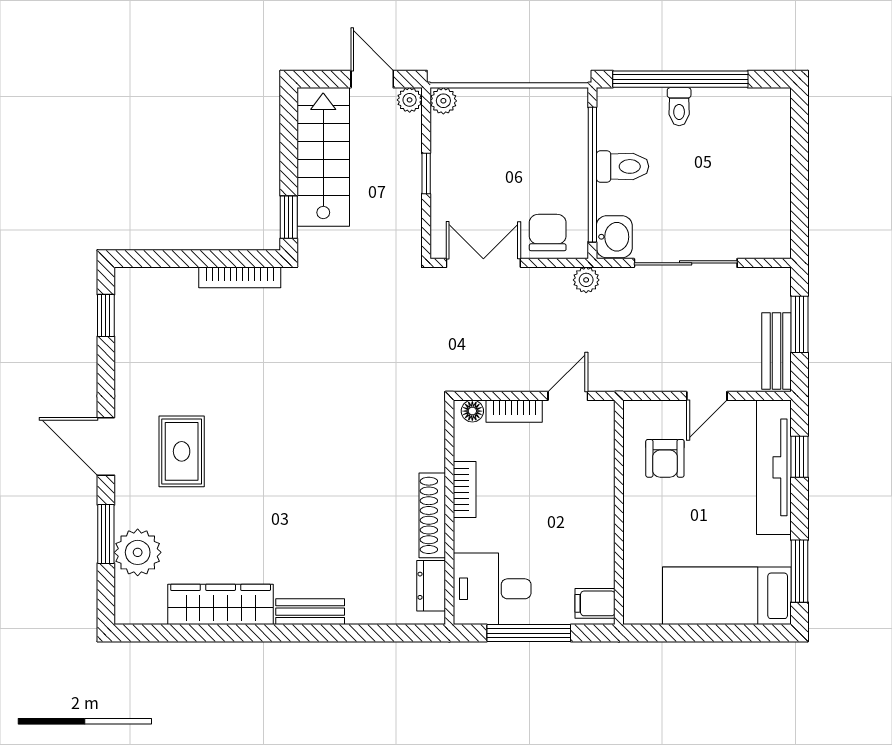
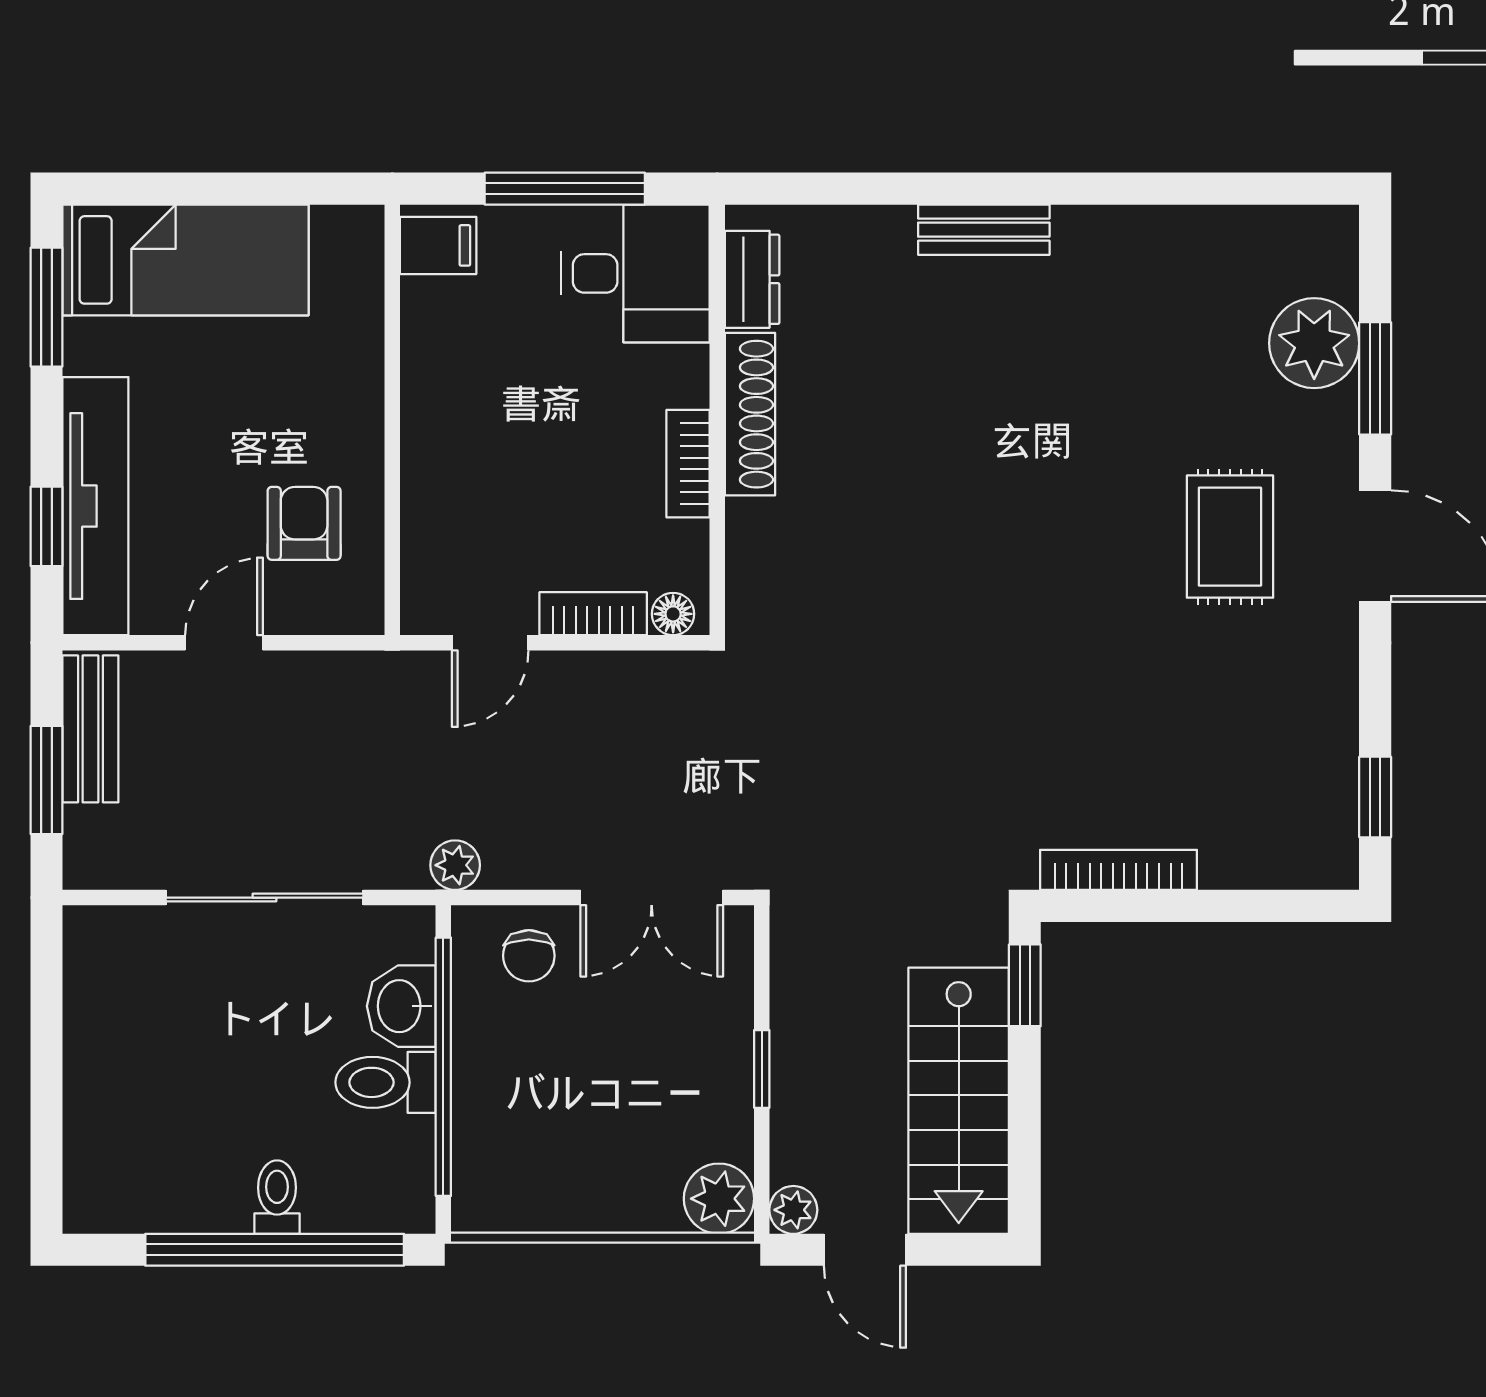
plant: (443, 101) -> (719, 1199), width x1.38, depth x1.38
chair: (548, 233) -> (529, 956), width x0.73, depth x0.73
washbasin: (614, 237) -> (401, 1006), moved
wardrobe: (221, 604) -> (1155, 243), removed

